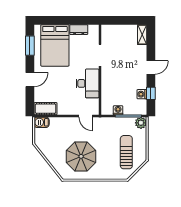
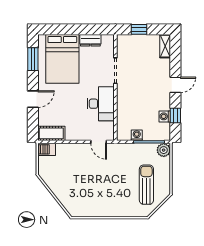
window: (120, 20) -> (139, 29), added
parasol: (81, 156) -> (93, 190), removed

